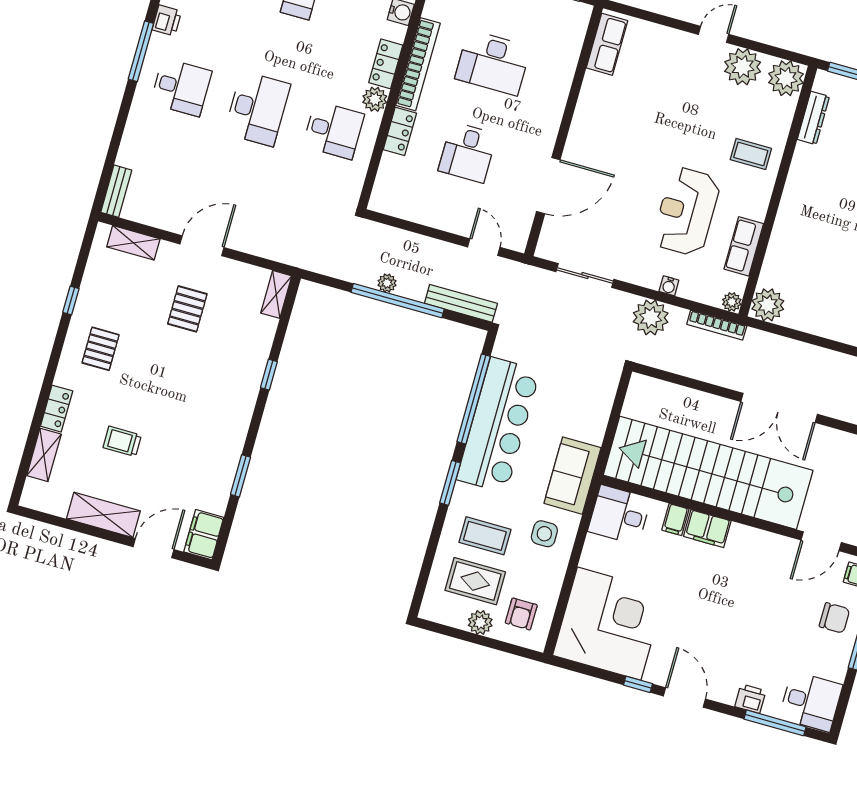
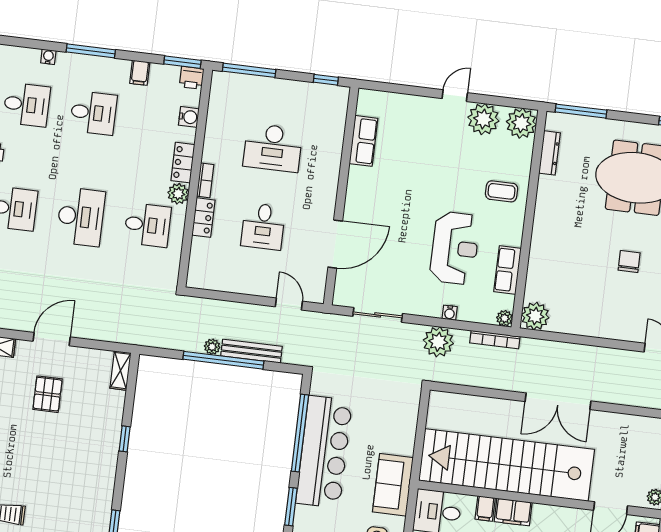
row of seats: (607, 44) -> (364, 141), moved
bookcase: (418, 64) -> (205, 180), width x0.43, depth x0.76
reception desk: (686, 212) -> (455, 248), turned 180
bench: (461, 303) -> (251, 351), moved

